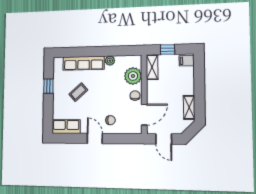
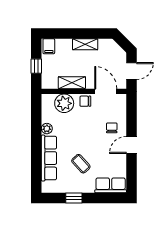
shelving: (152, 67) -> (72, 83), moved
shelving: (189, 107) -> (85, 44), moved
row of seats: (66, 127) -> (111, 185), moved, turned 90

